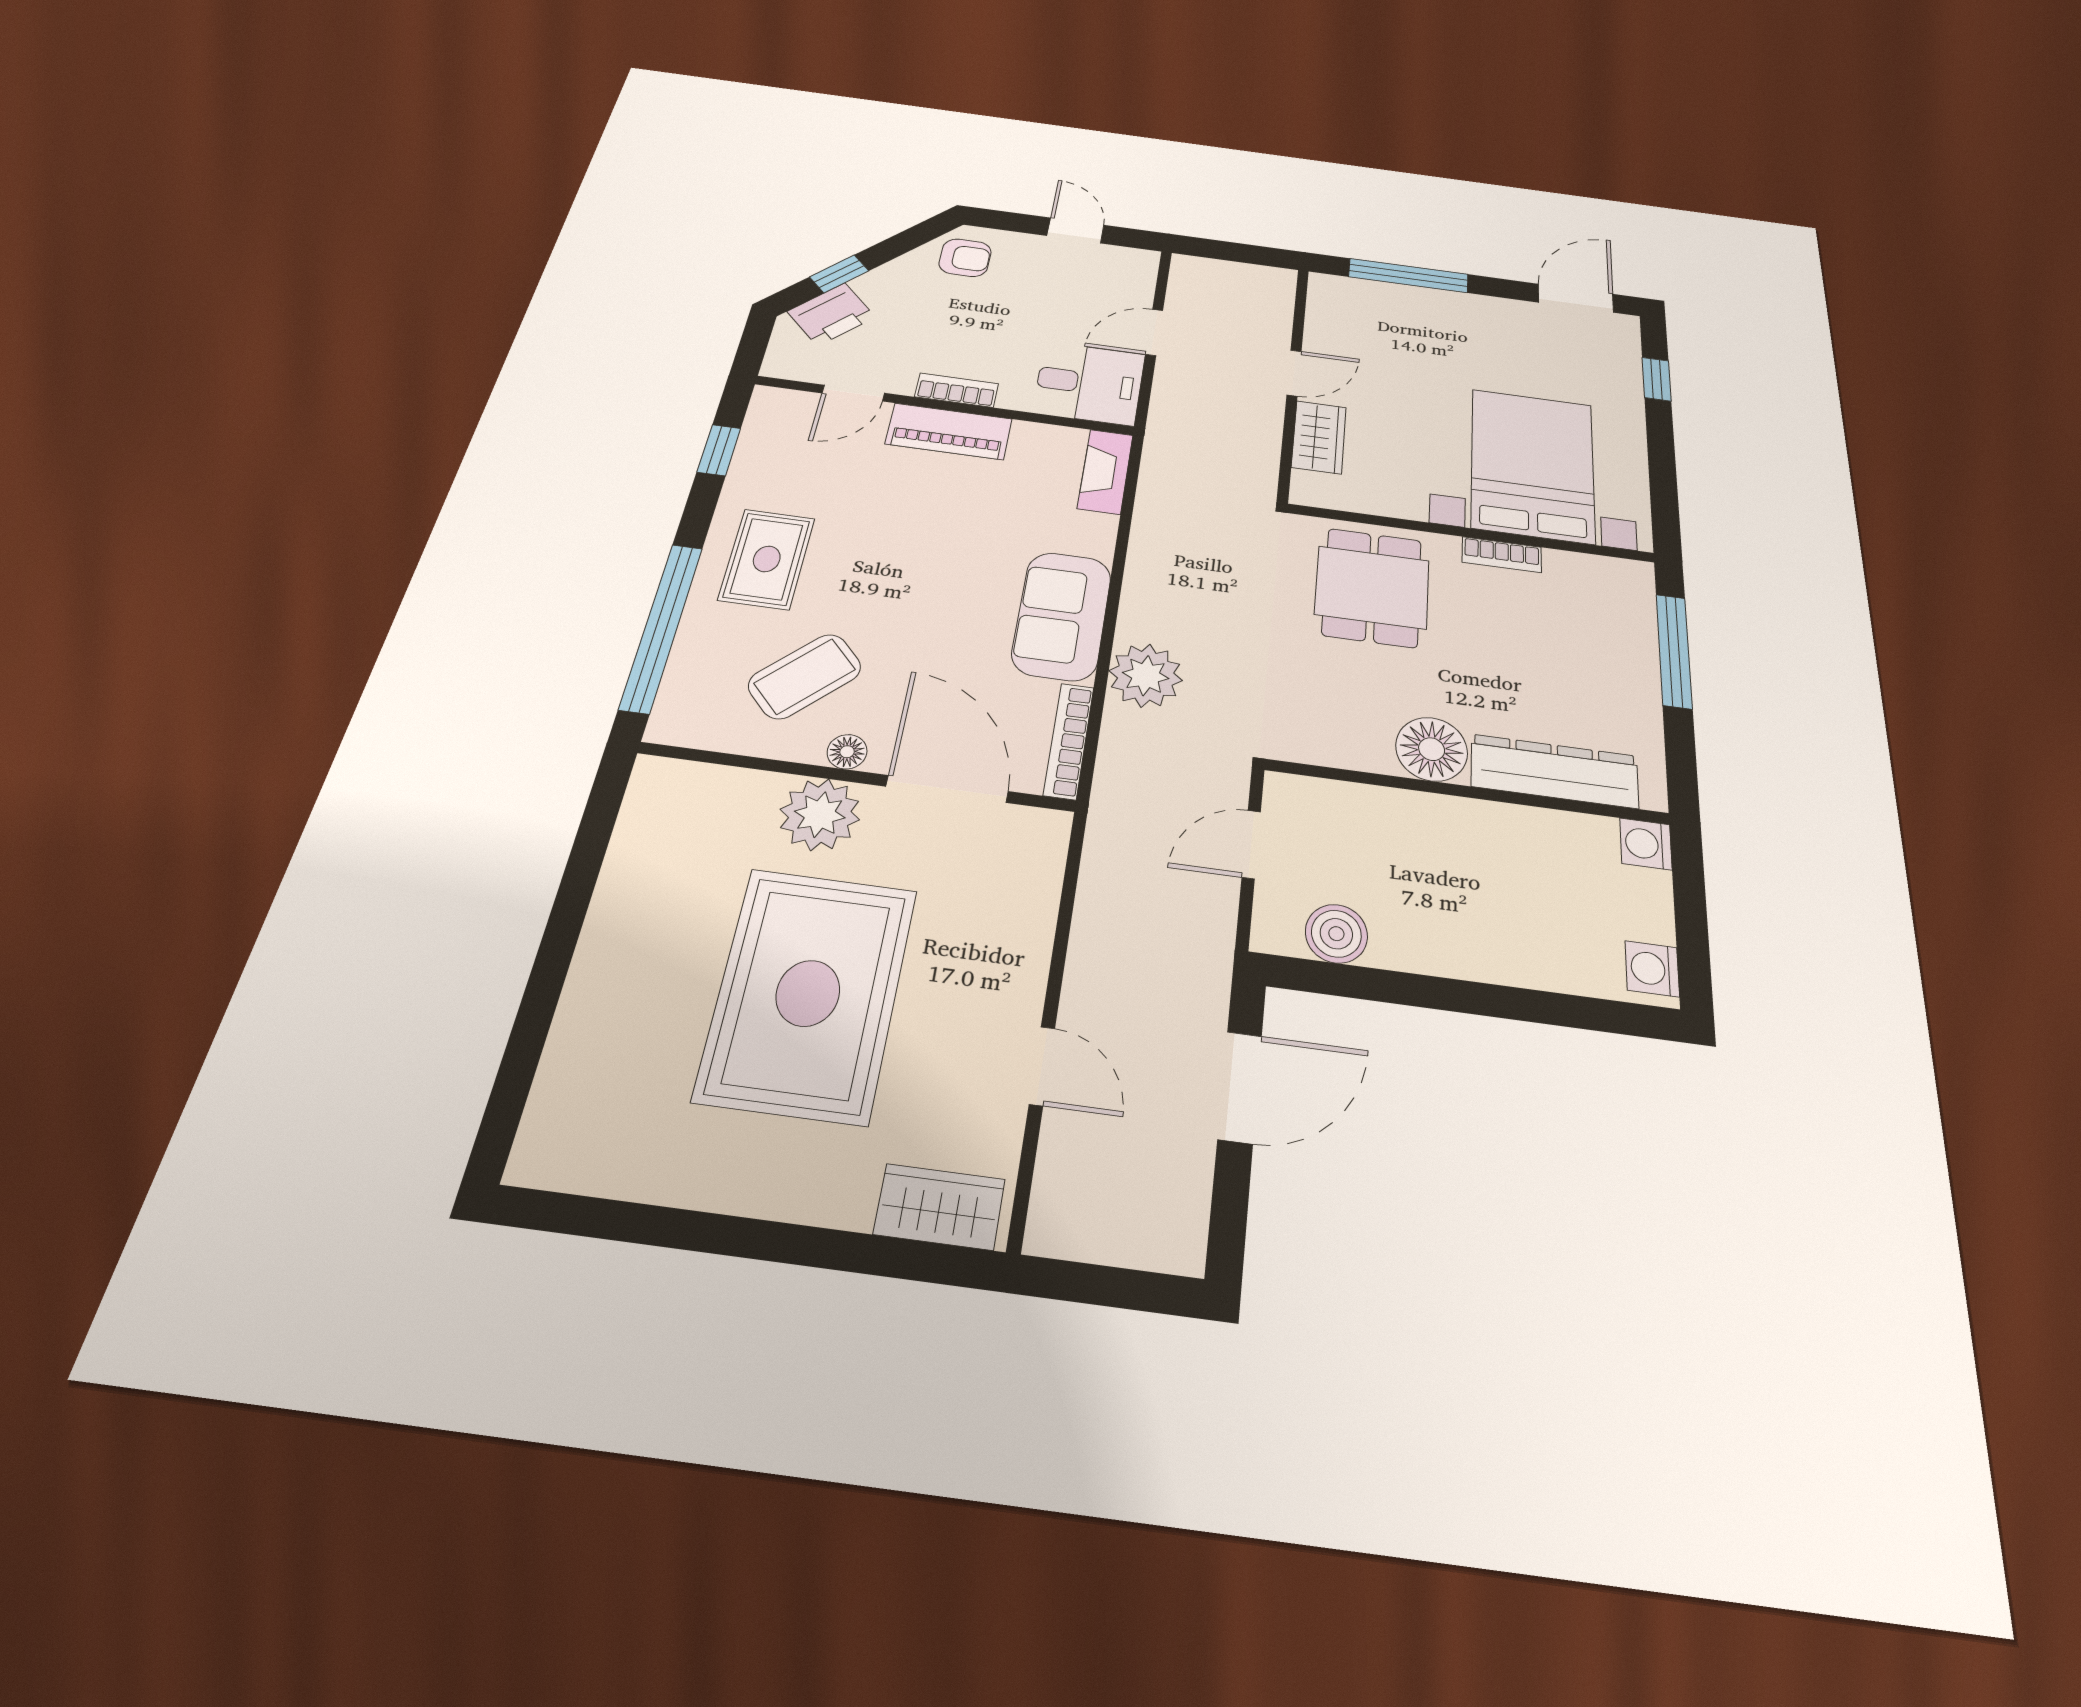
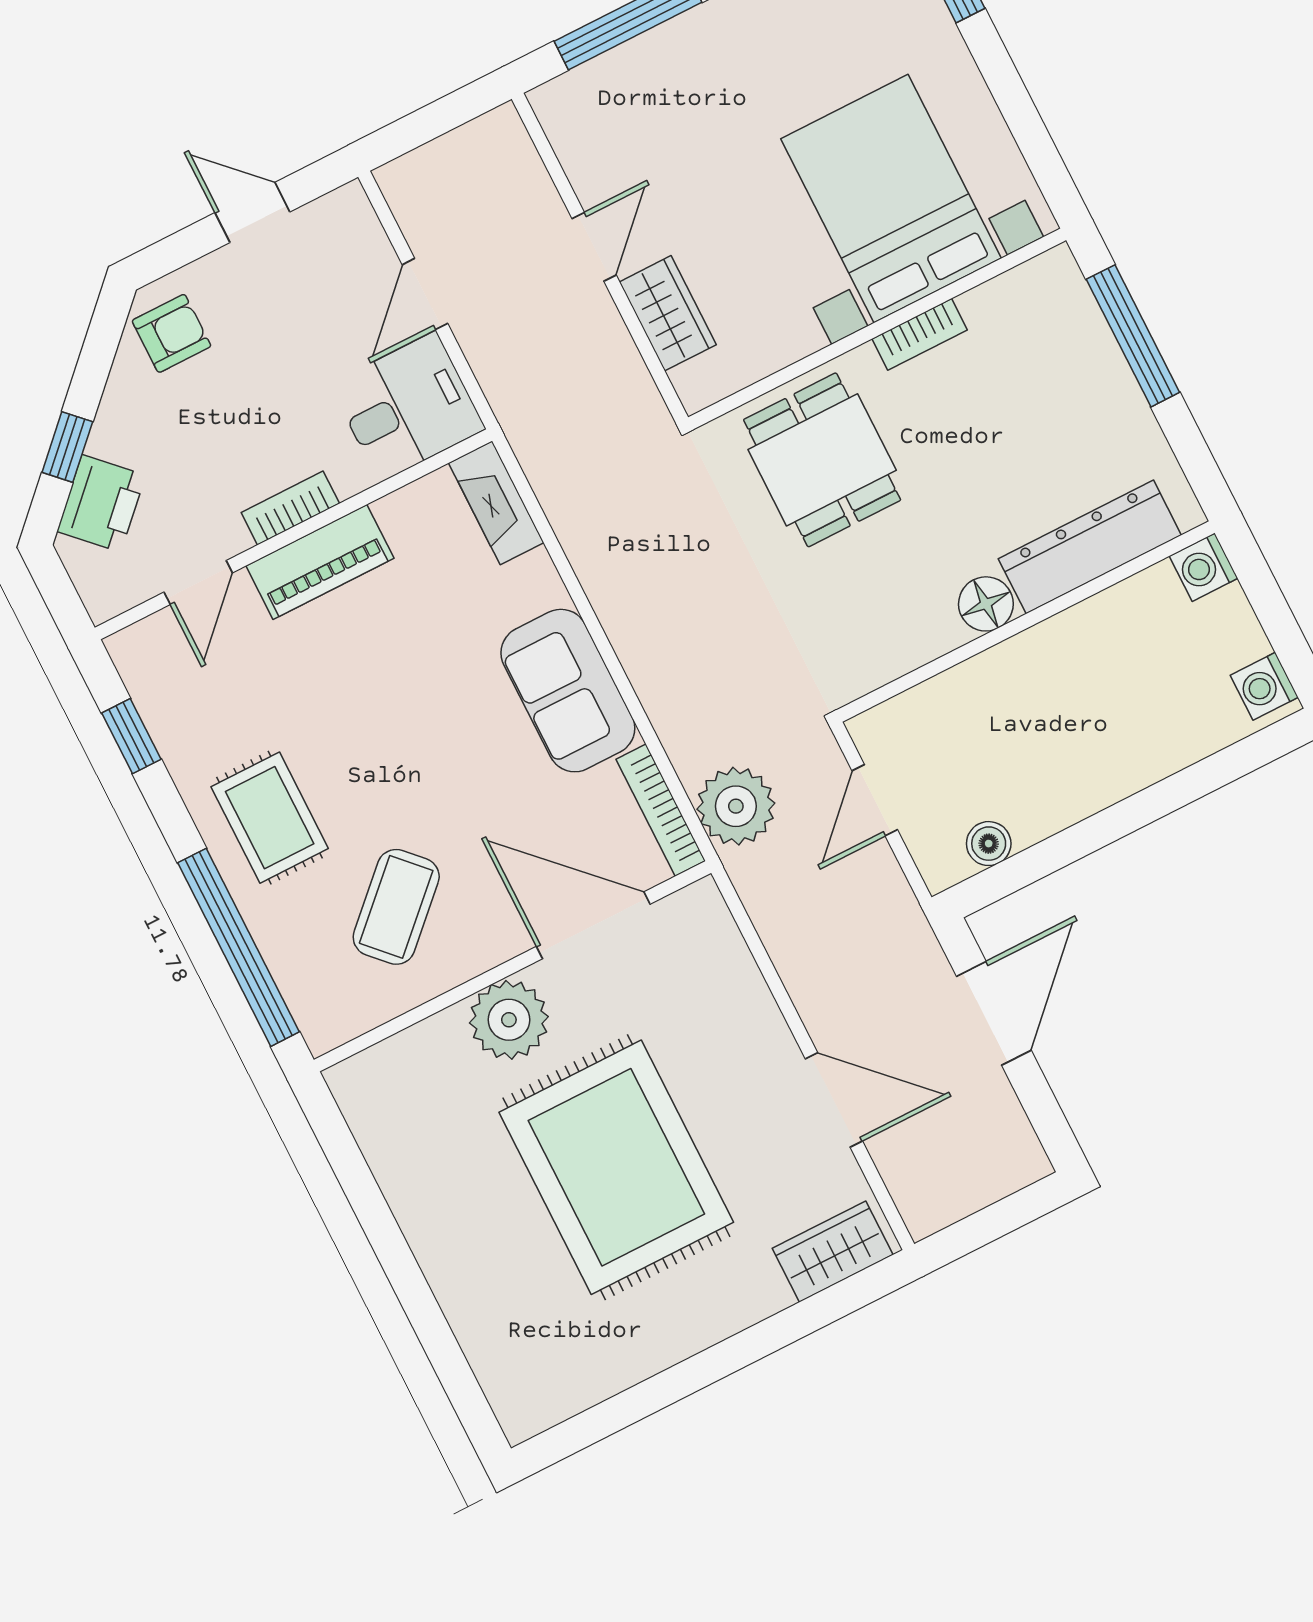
plant: (1146, 676) -> (736, 806), moved
floor lamp: (1432, 749) -> (986, 604), width x0.73, depth x0.73
floor lamp: (847, 752) -> (487, 950), removed
boiler: (1336, 934) -> (989, 844), width x0.73, depth x0.73
door: (1042, 1066) -> (834, 1100), width x1.38

